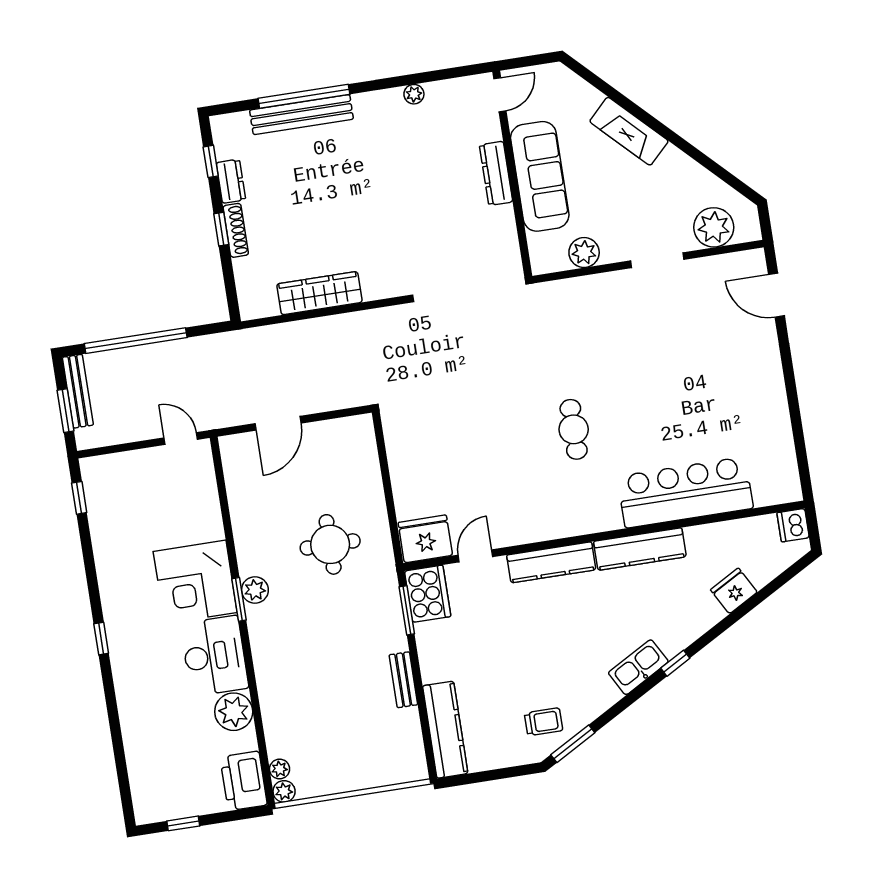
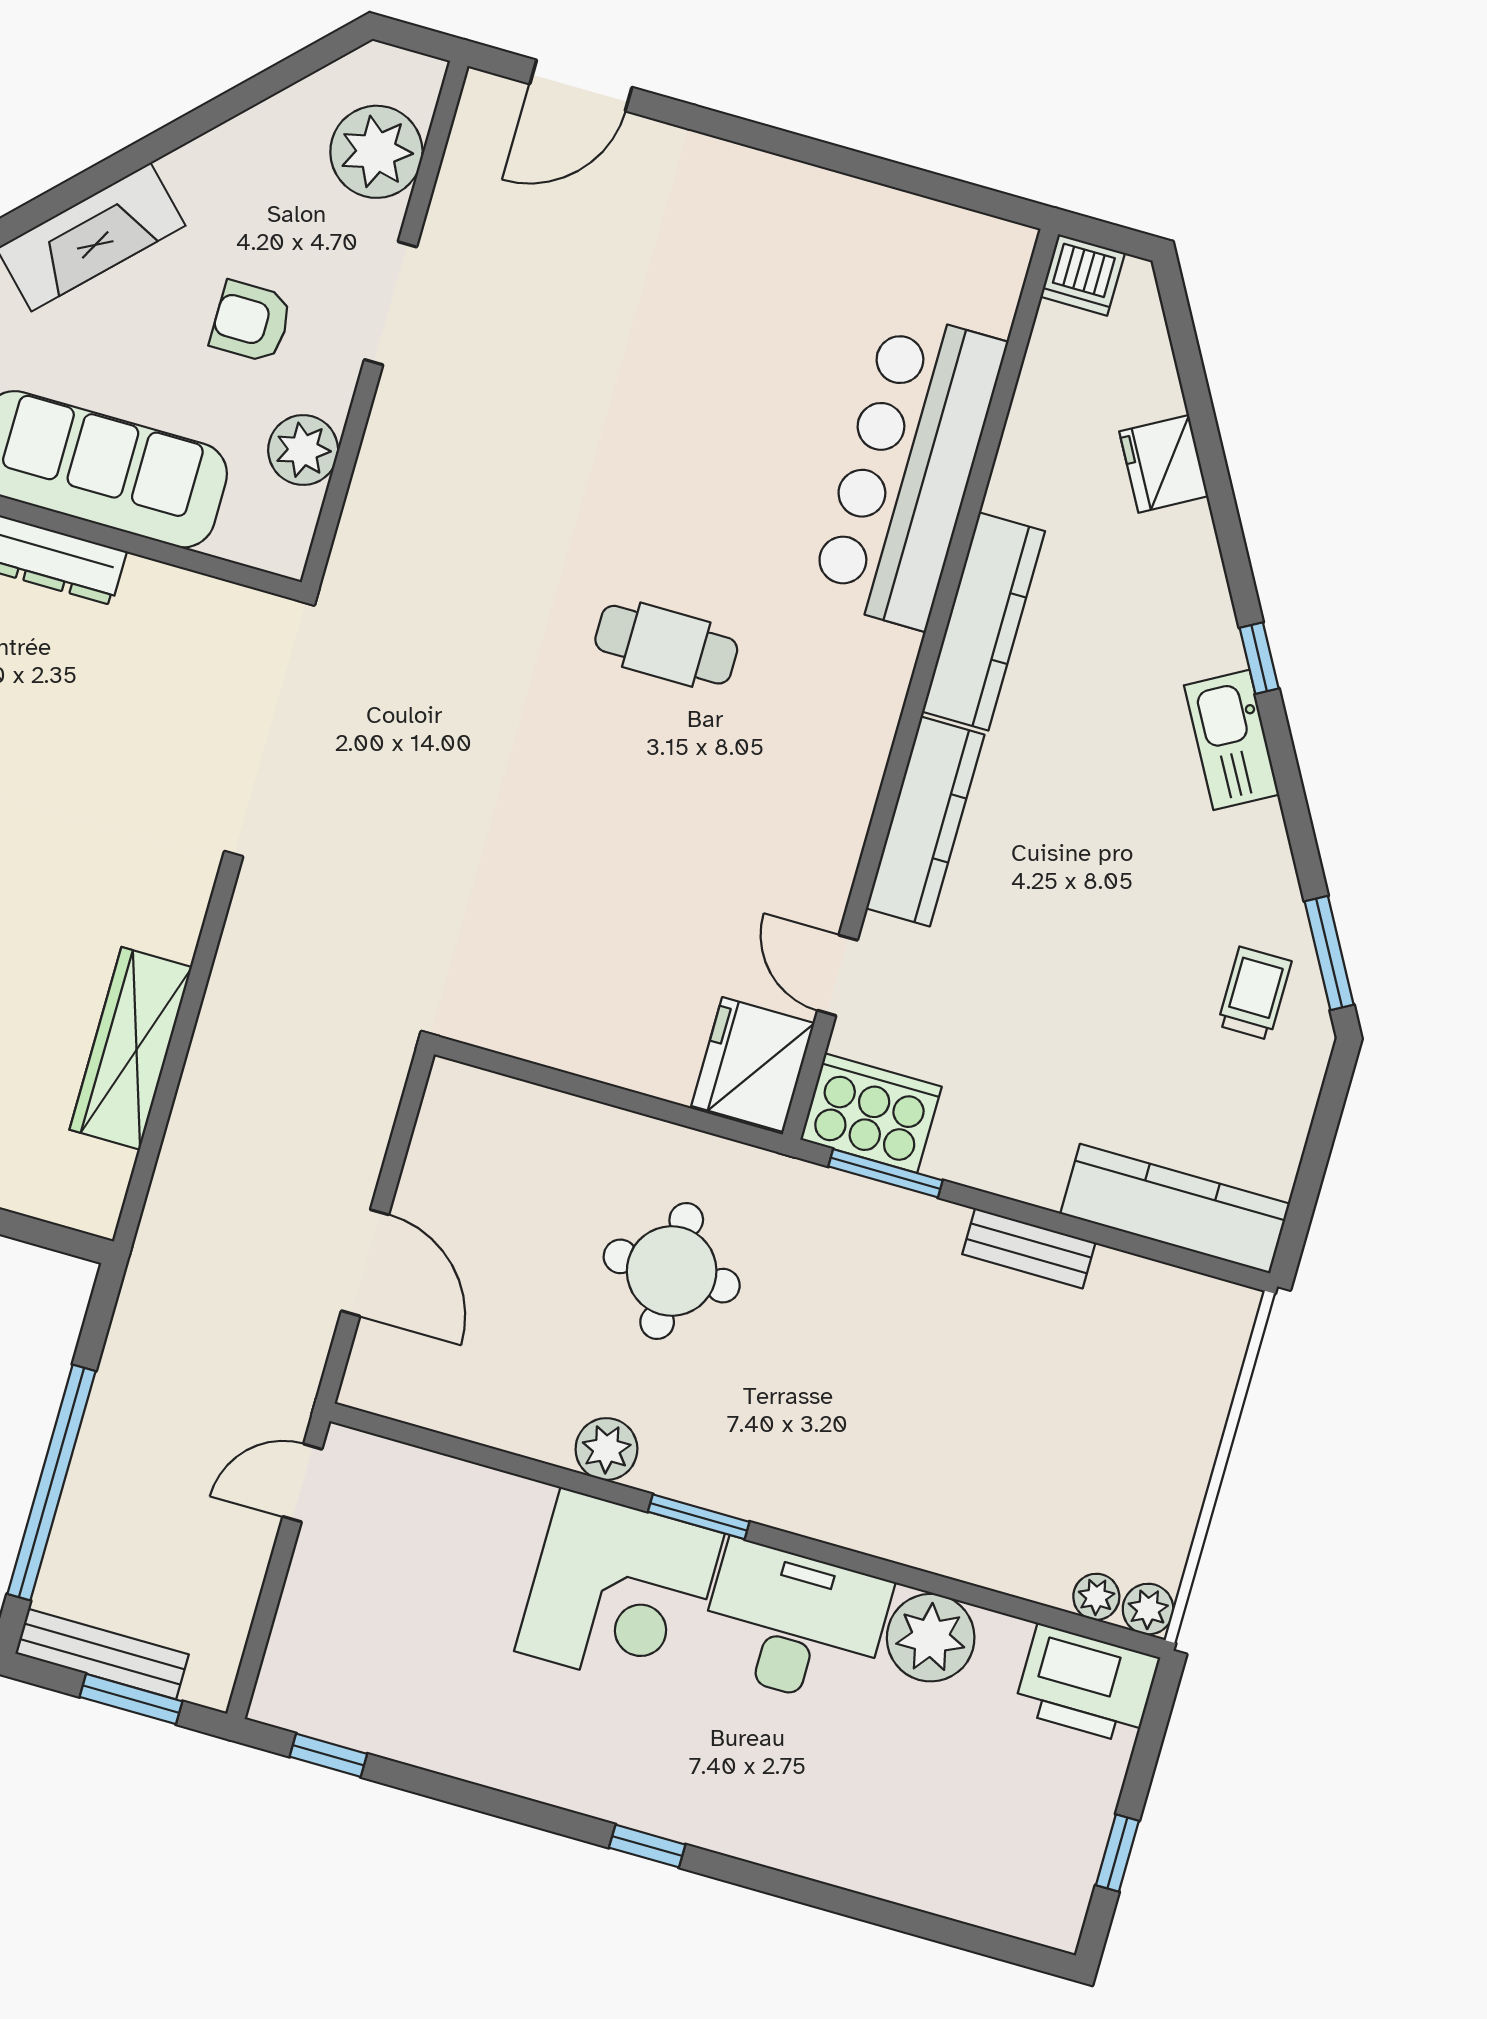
armchair: (625, 209) -> (251, 322), added
plant: (255, 590) -> (606, 1449), moved

